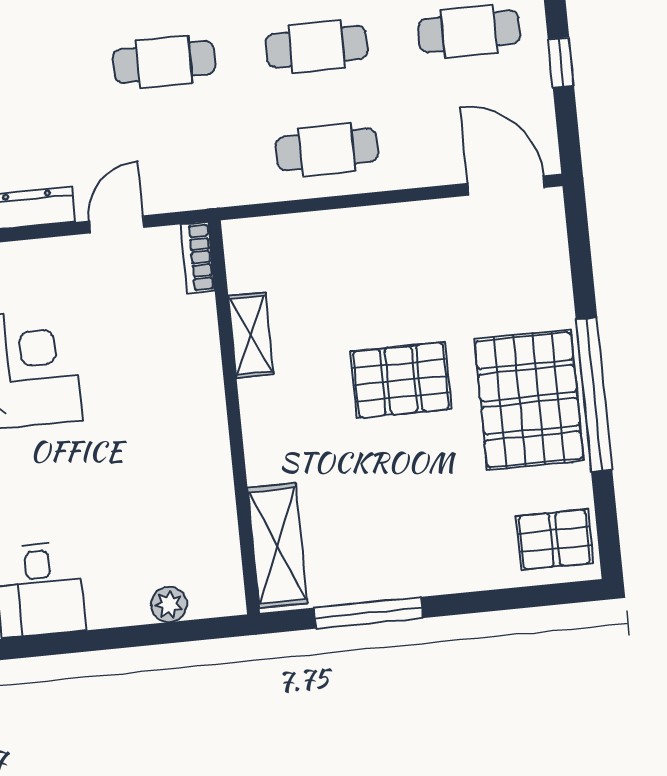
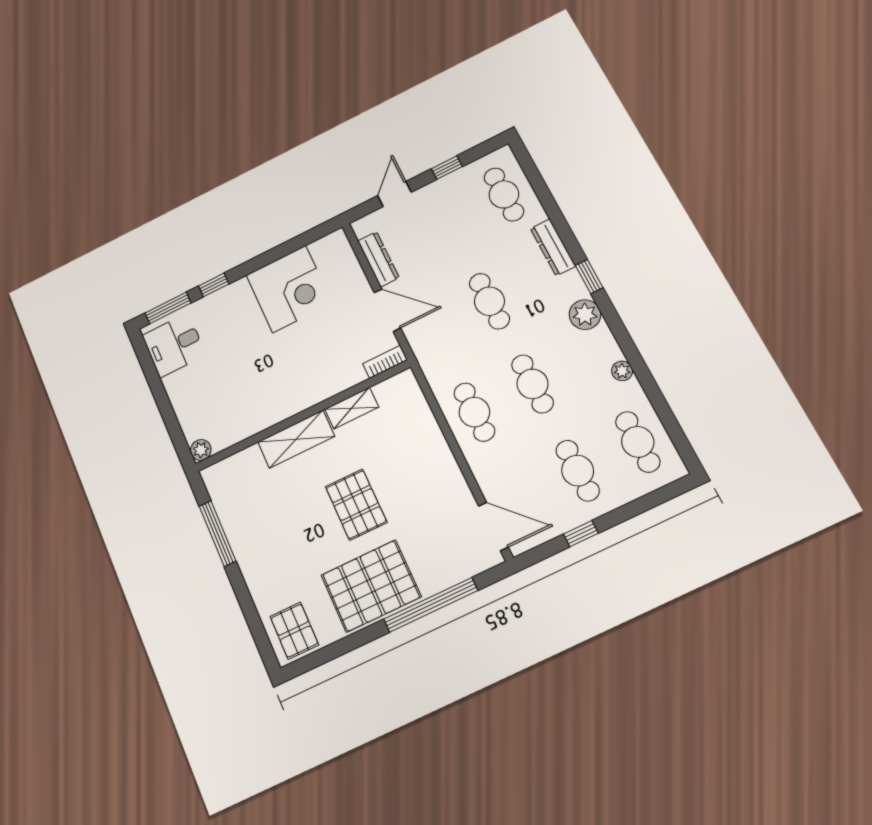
door: (506, 185) -> (493, 526), hinge flipped
door: (117, 224) -> (387, 310), width x1.38
window: (594, 395) -> (431, 605), moved
shelving: (277, 546) -> (296, 439), moved
plant: (169, 604) -> (201, 450), moved

